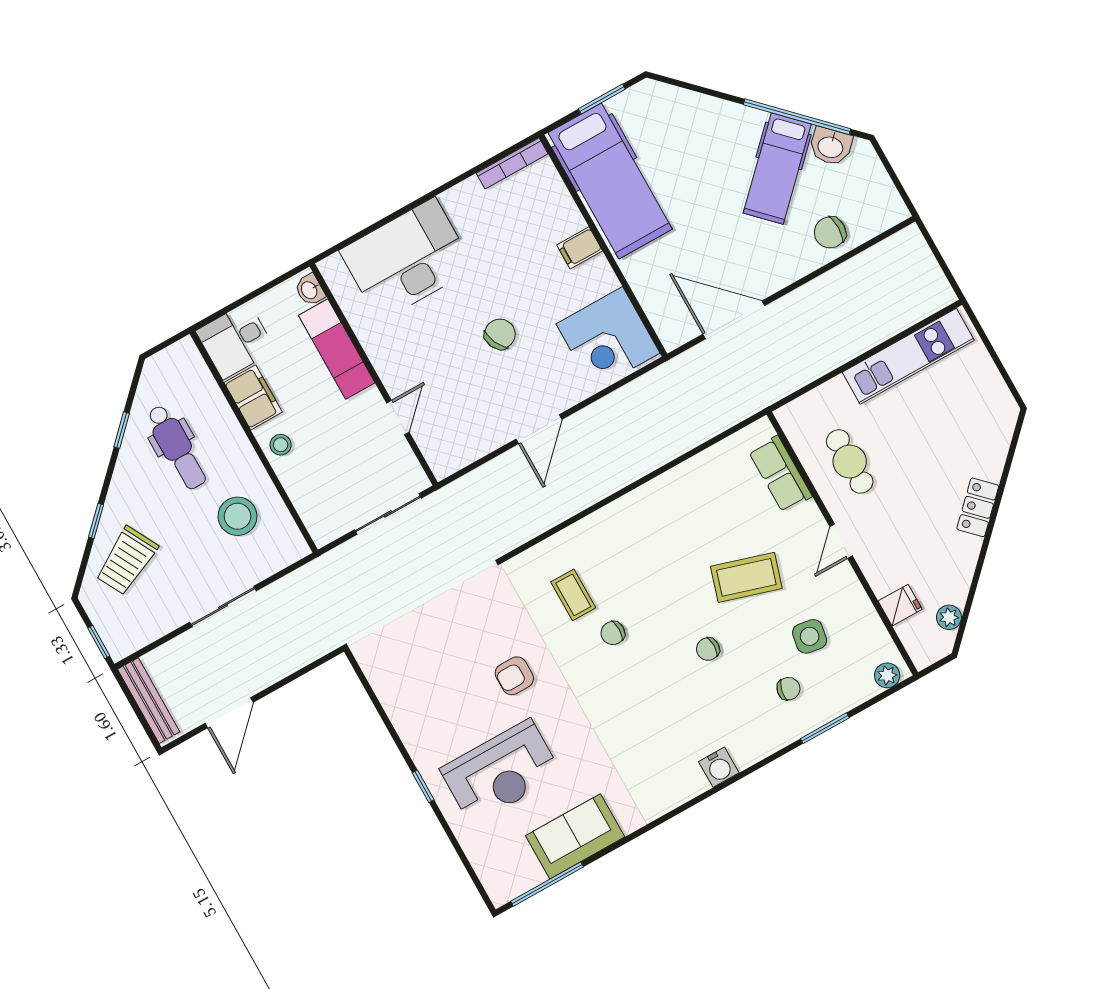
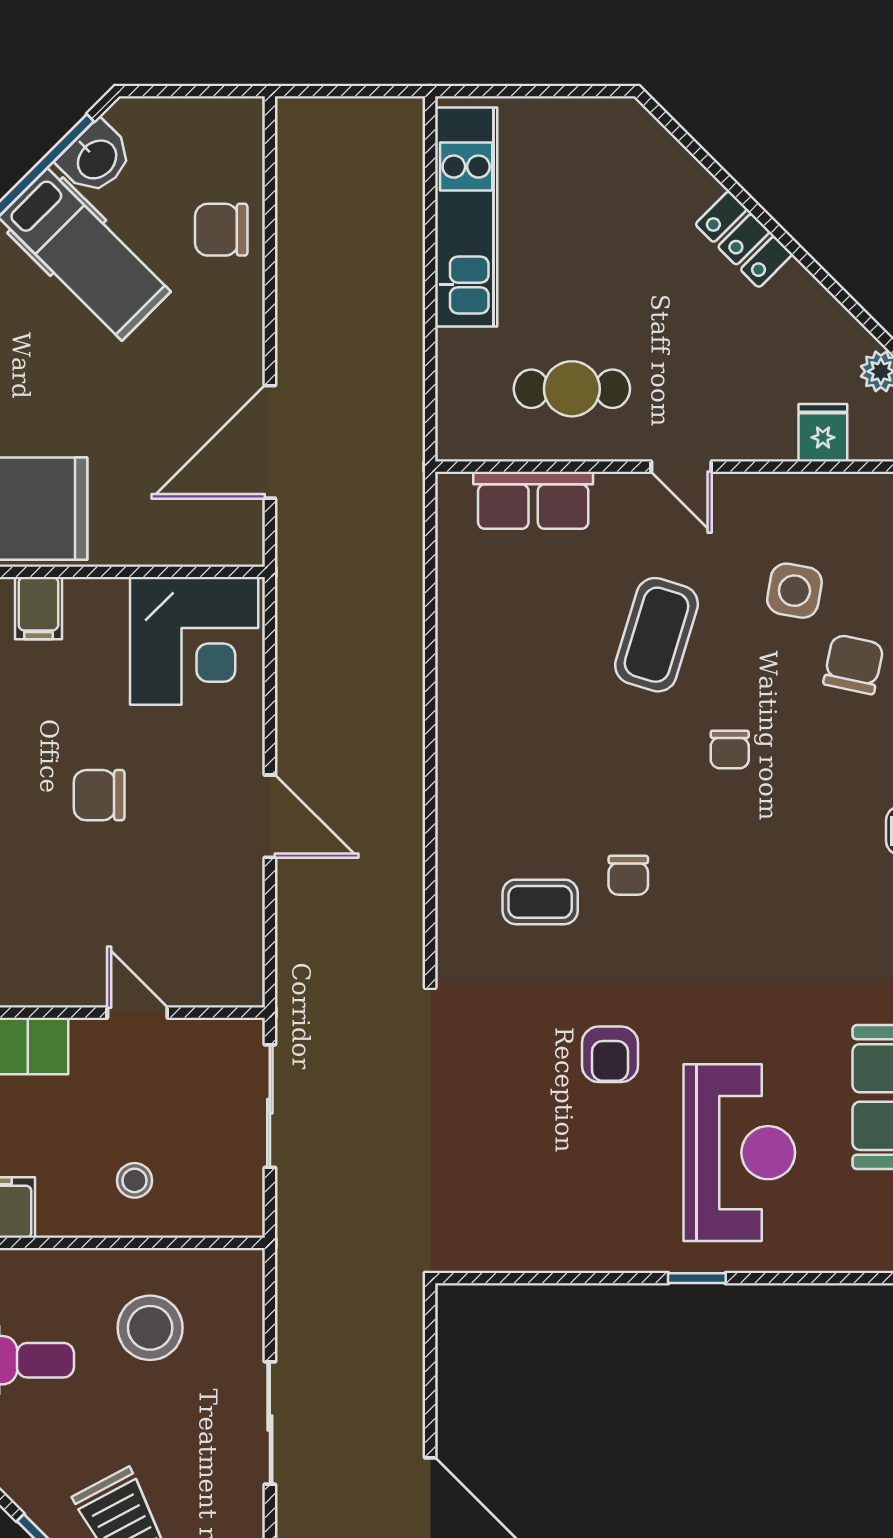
chair: (830, 232) -> (221, 230), turned 90
chair: (500, 334) -> (99, 795), turned -65
stool: (281, 445) -> (135, 1180), moved
chair: (788, 689) -> (854, 664), width x1.37, depth x1.37

